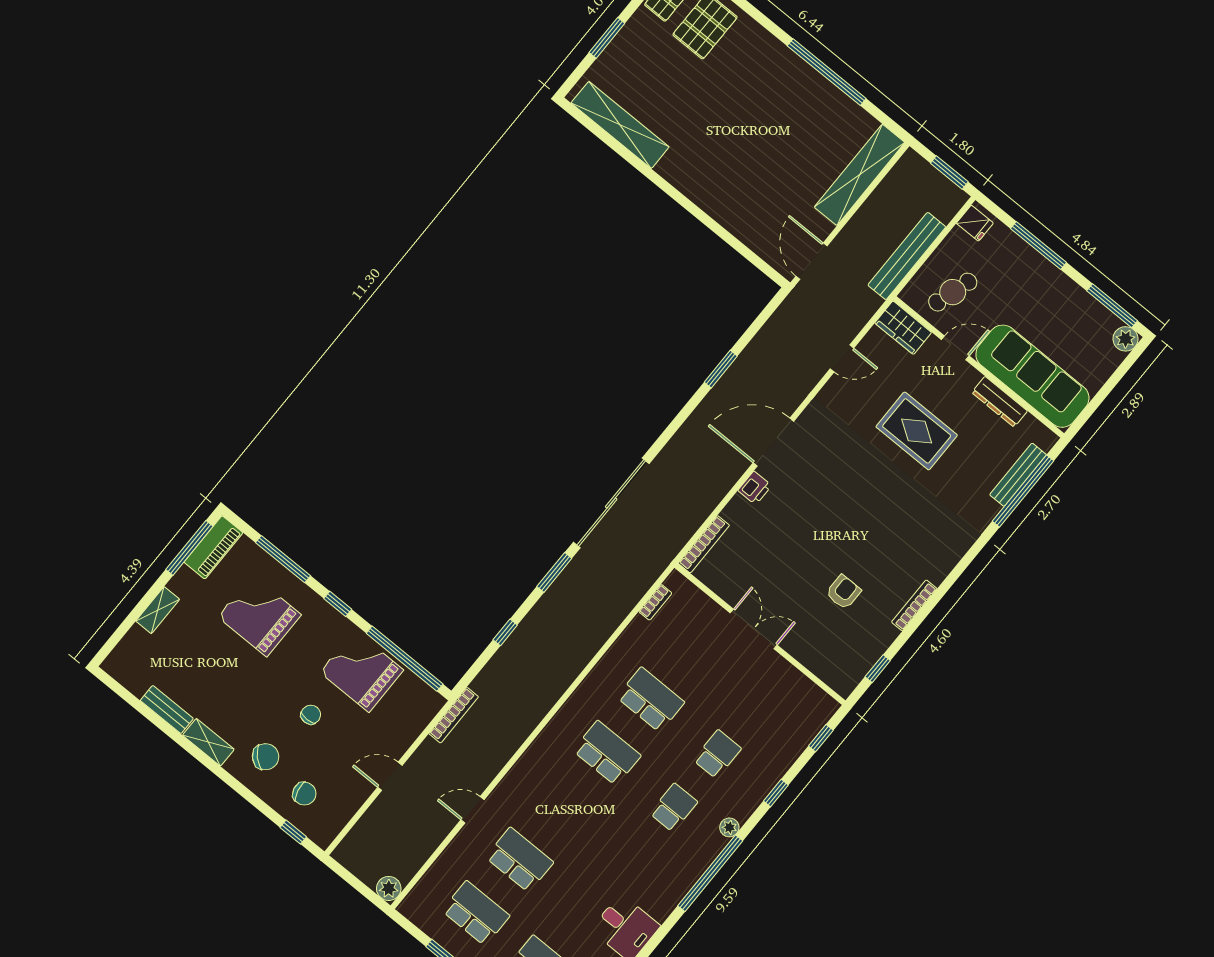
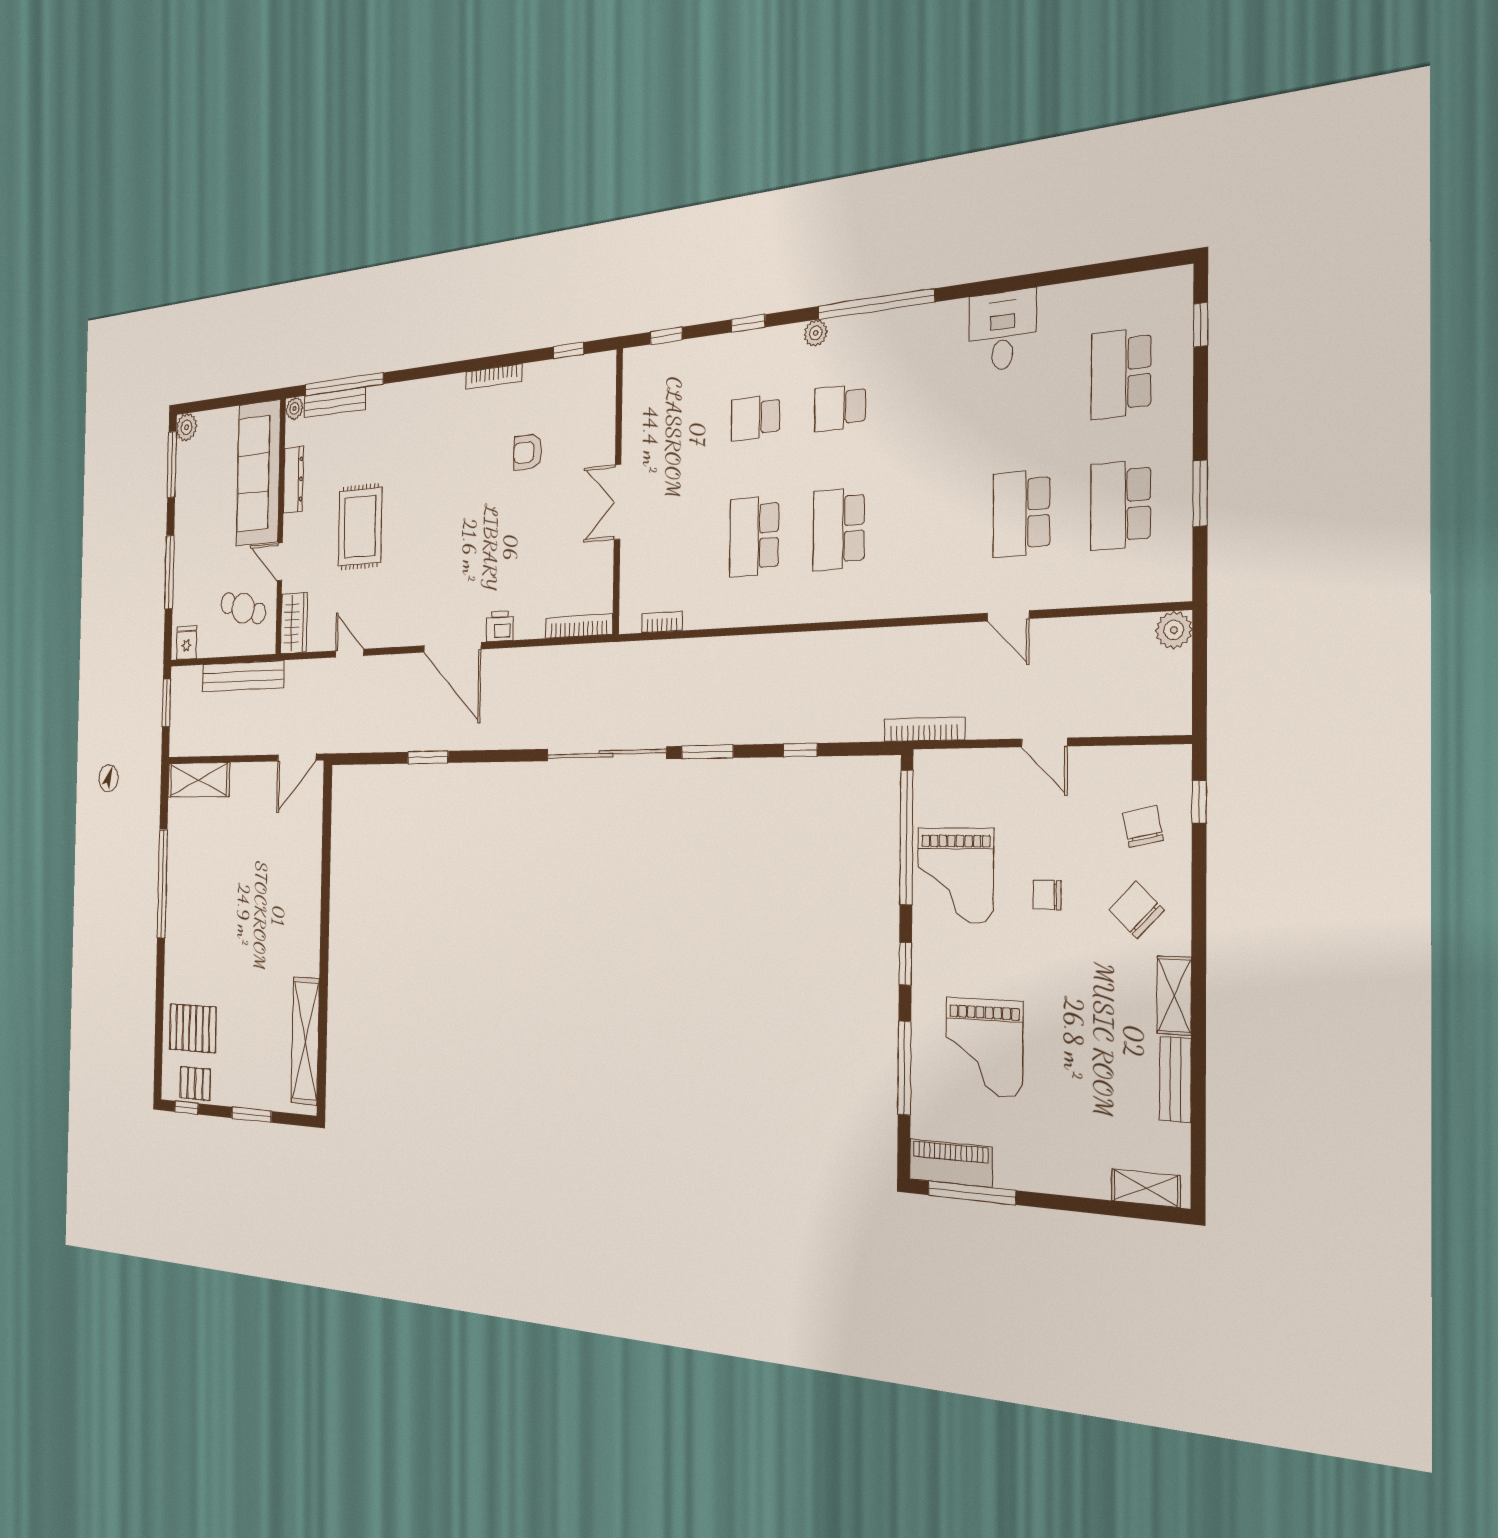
shelving: (860, 175) -> (198, 780), width x0.68
plant: (1047, 440) -> (294, 409), added
shelving: (158, 610) -> (1146, 1188), moved

